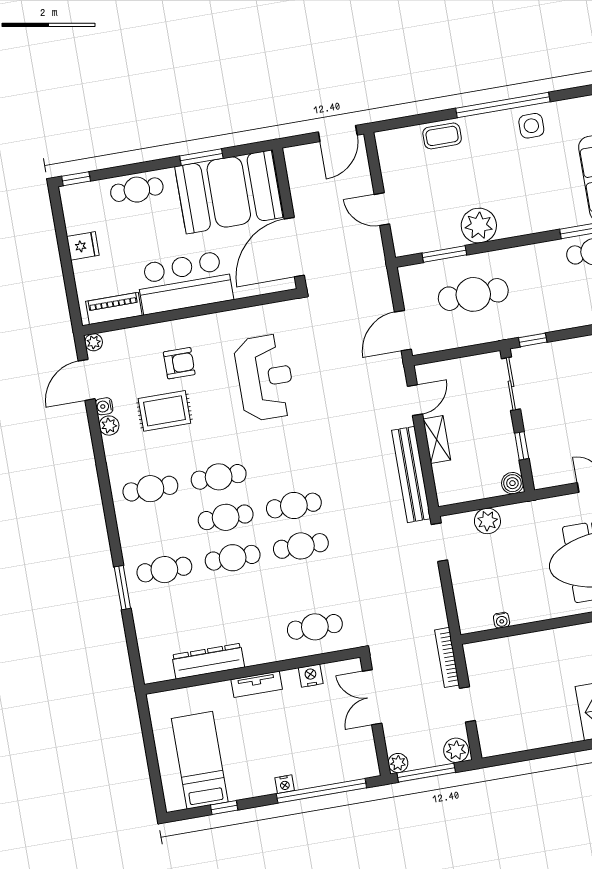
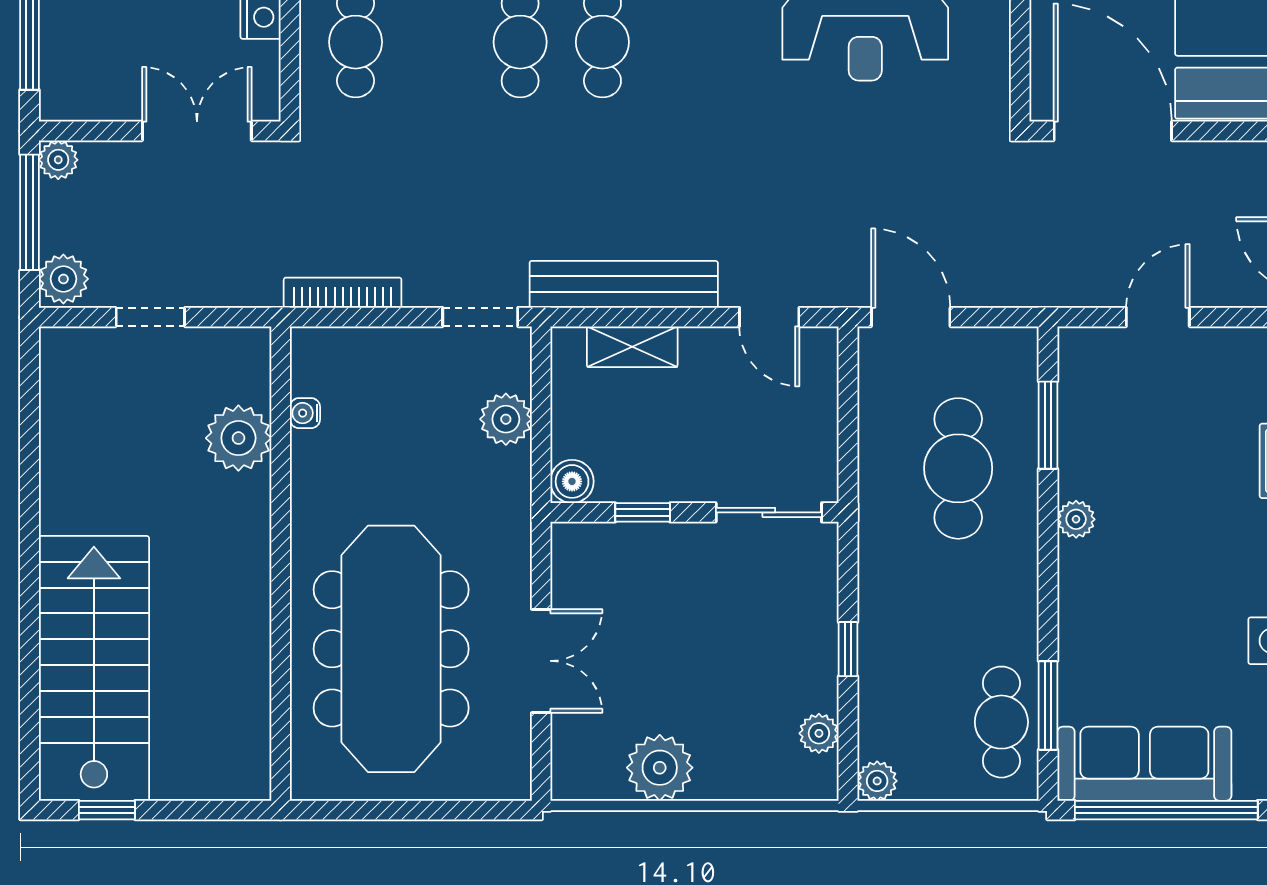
plant: (479, 226) -> (1076, 519), width x0.53, depth x0.53
window: (533, 340) -> (848, 649), moved
shelving: (437, 439) -> (632, 347), moved
plant: (519, 651) -> (238, 438), added
bookcase: (447, 657) -> (343, 293), moved

